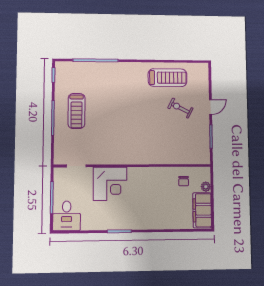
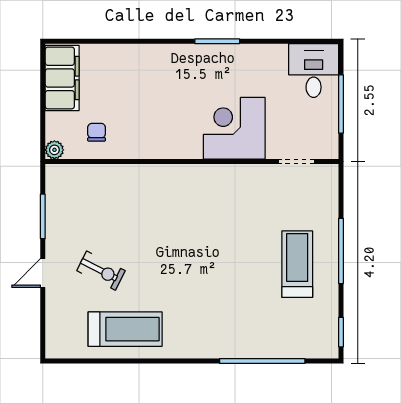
treadmill: (167, 78) -> (125, 329), turned 180
plant: (206, 187) -> (54, 150), moved

